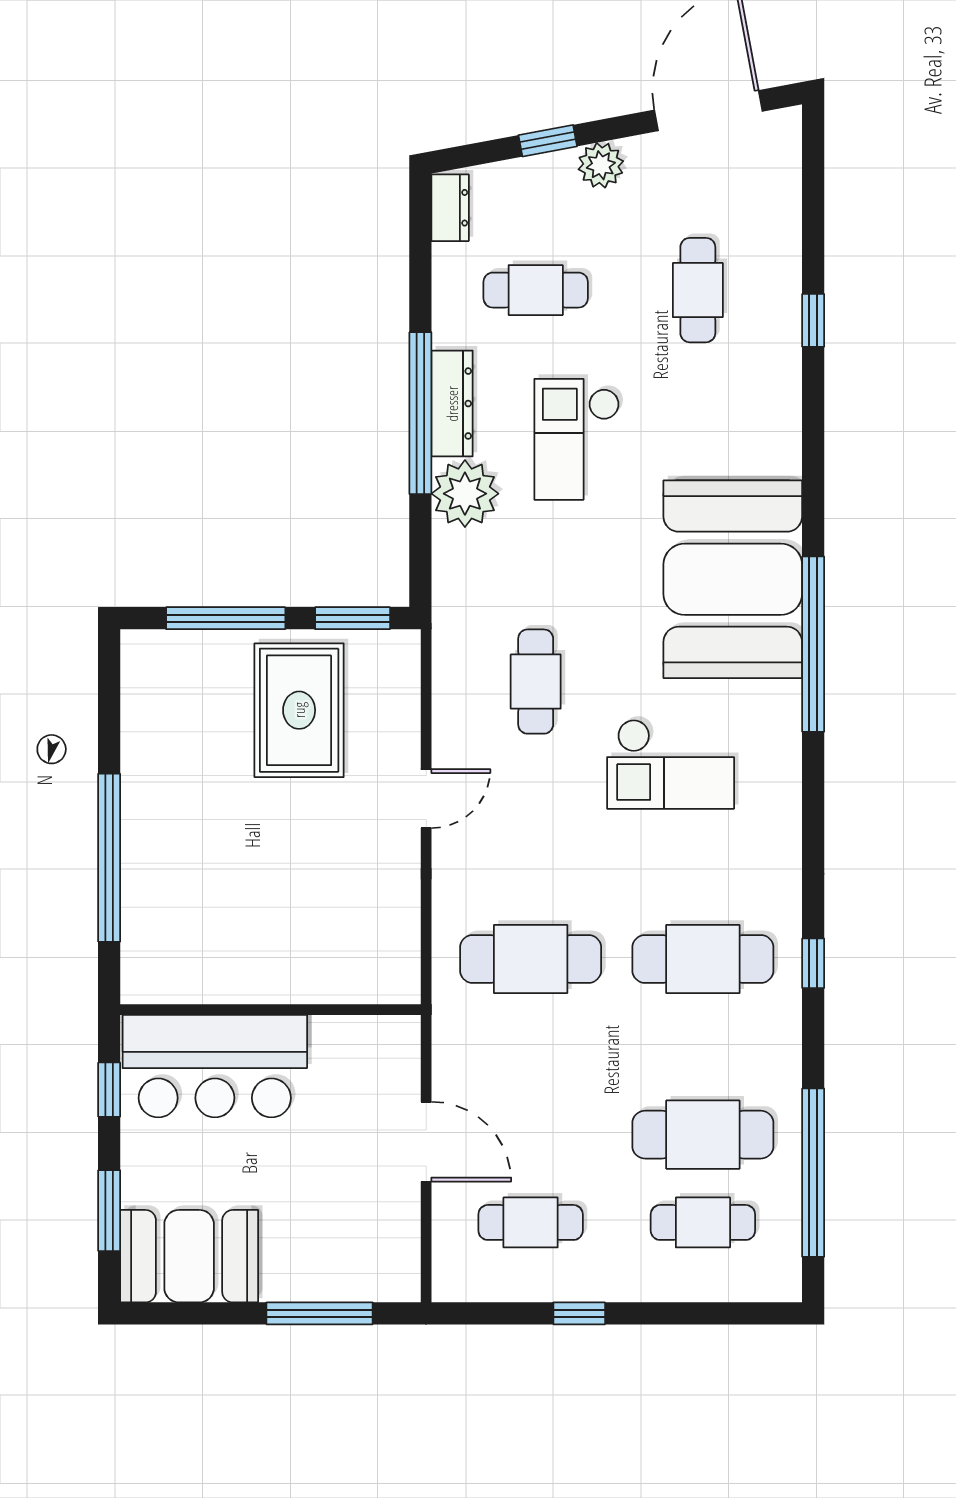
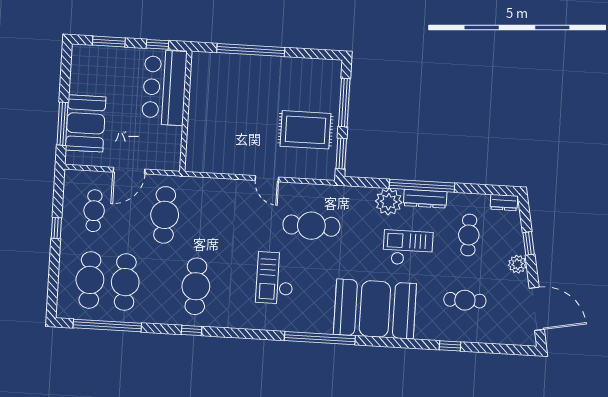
booth: (733, 579) -> (375, 309), moved
cafe table: (536, 682) -> (311, 226), width x1.37, depth x1.35
cafe table: (531, 959) -> (165, 215), moved
cafe table: (703, 1222) -> (90, 280), width x1.37, depth x1.35
booth: (189, 1256) -> (86, 123), moved

